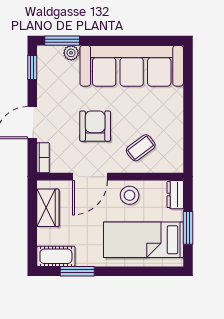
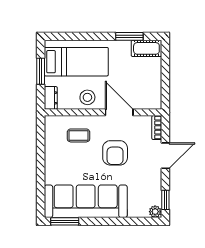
window: (62, 41) -> (65, 221), moved
plant: (71, 53) -> (155, 212), moved
coffee table: (141, 148) -> (78, 135), turned 37
door: (90, 177) -> (119, 112), hinge flipped
wardrobe: (48, 208) -> (153, 87), removed

